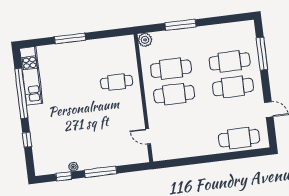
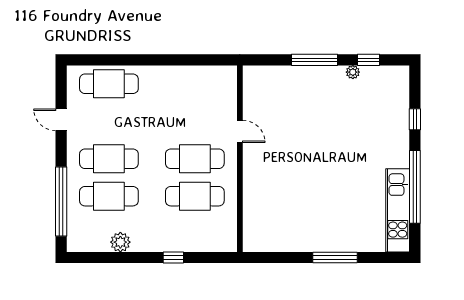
window: (180, 25) -> (173, 258), width x0.46
plant: (145, 40) -> (120, 242), moved
window: (262, 54) -> (61, 202), width x1.46
cafe table: (117, 82) -> (276, 186), removed
door: (148, 136) -> (240, 131), moved

